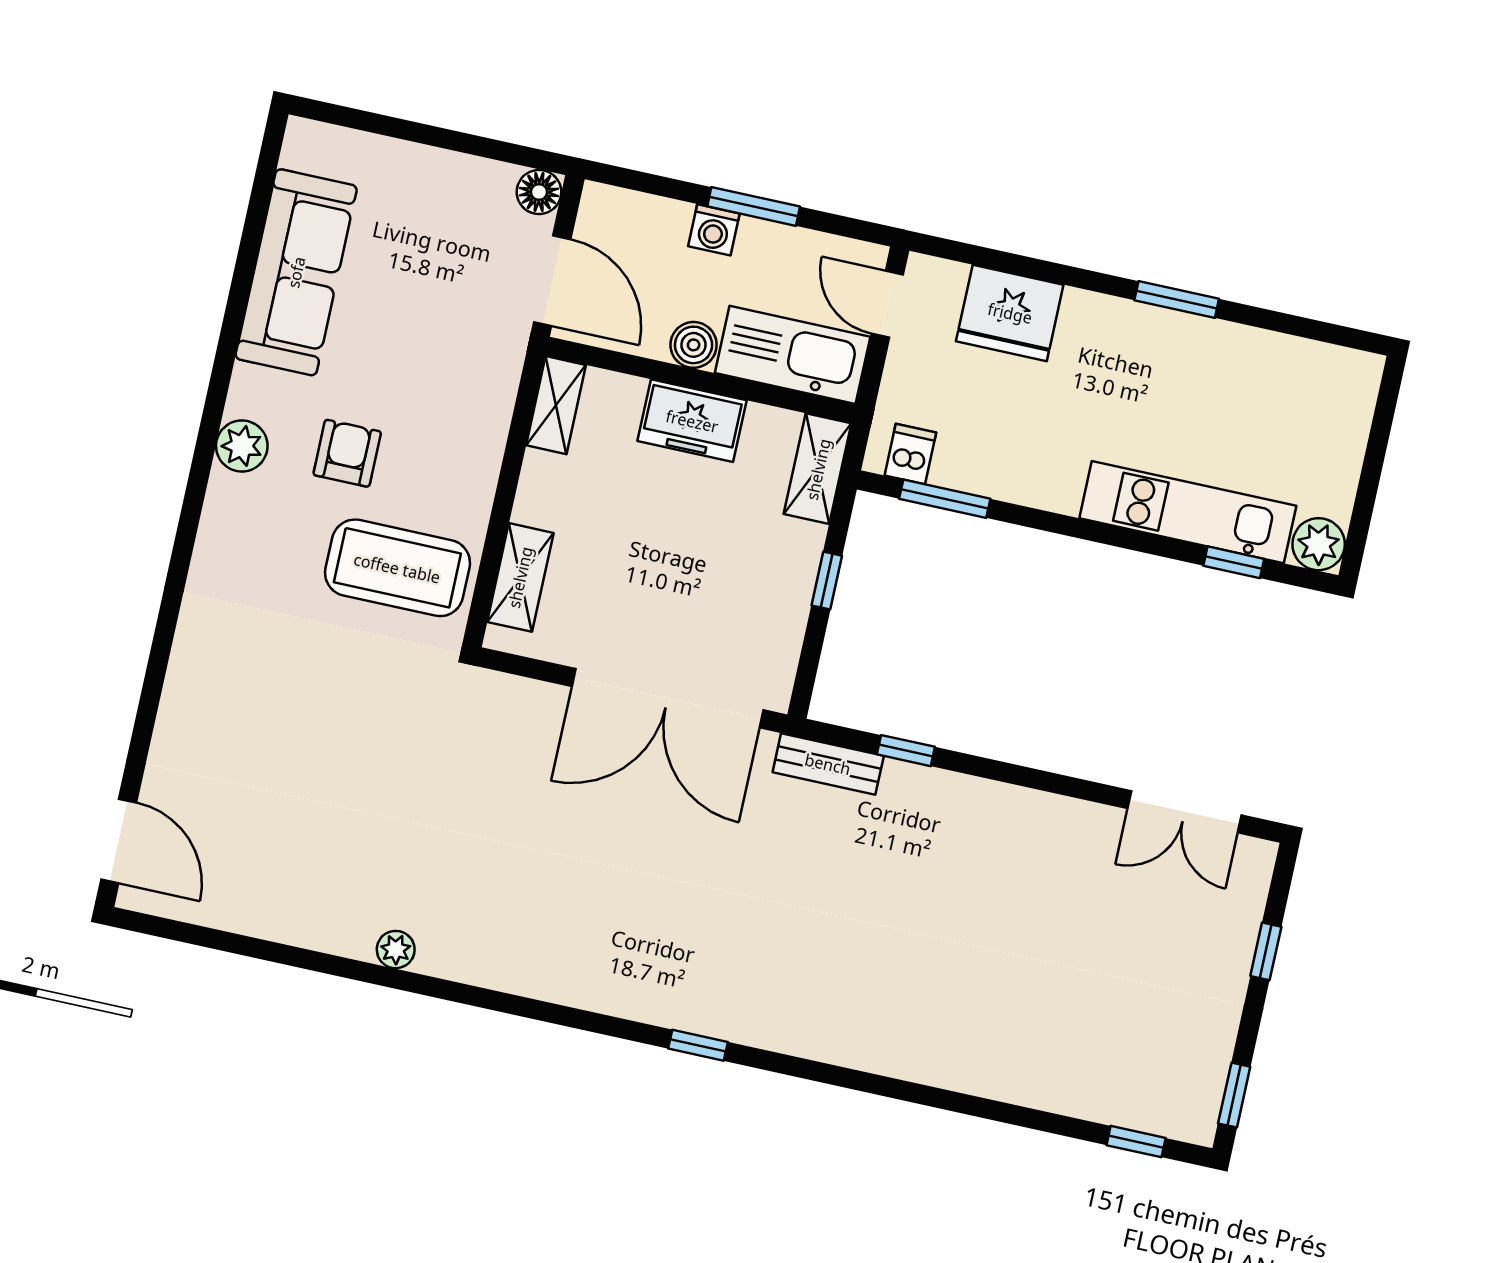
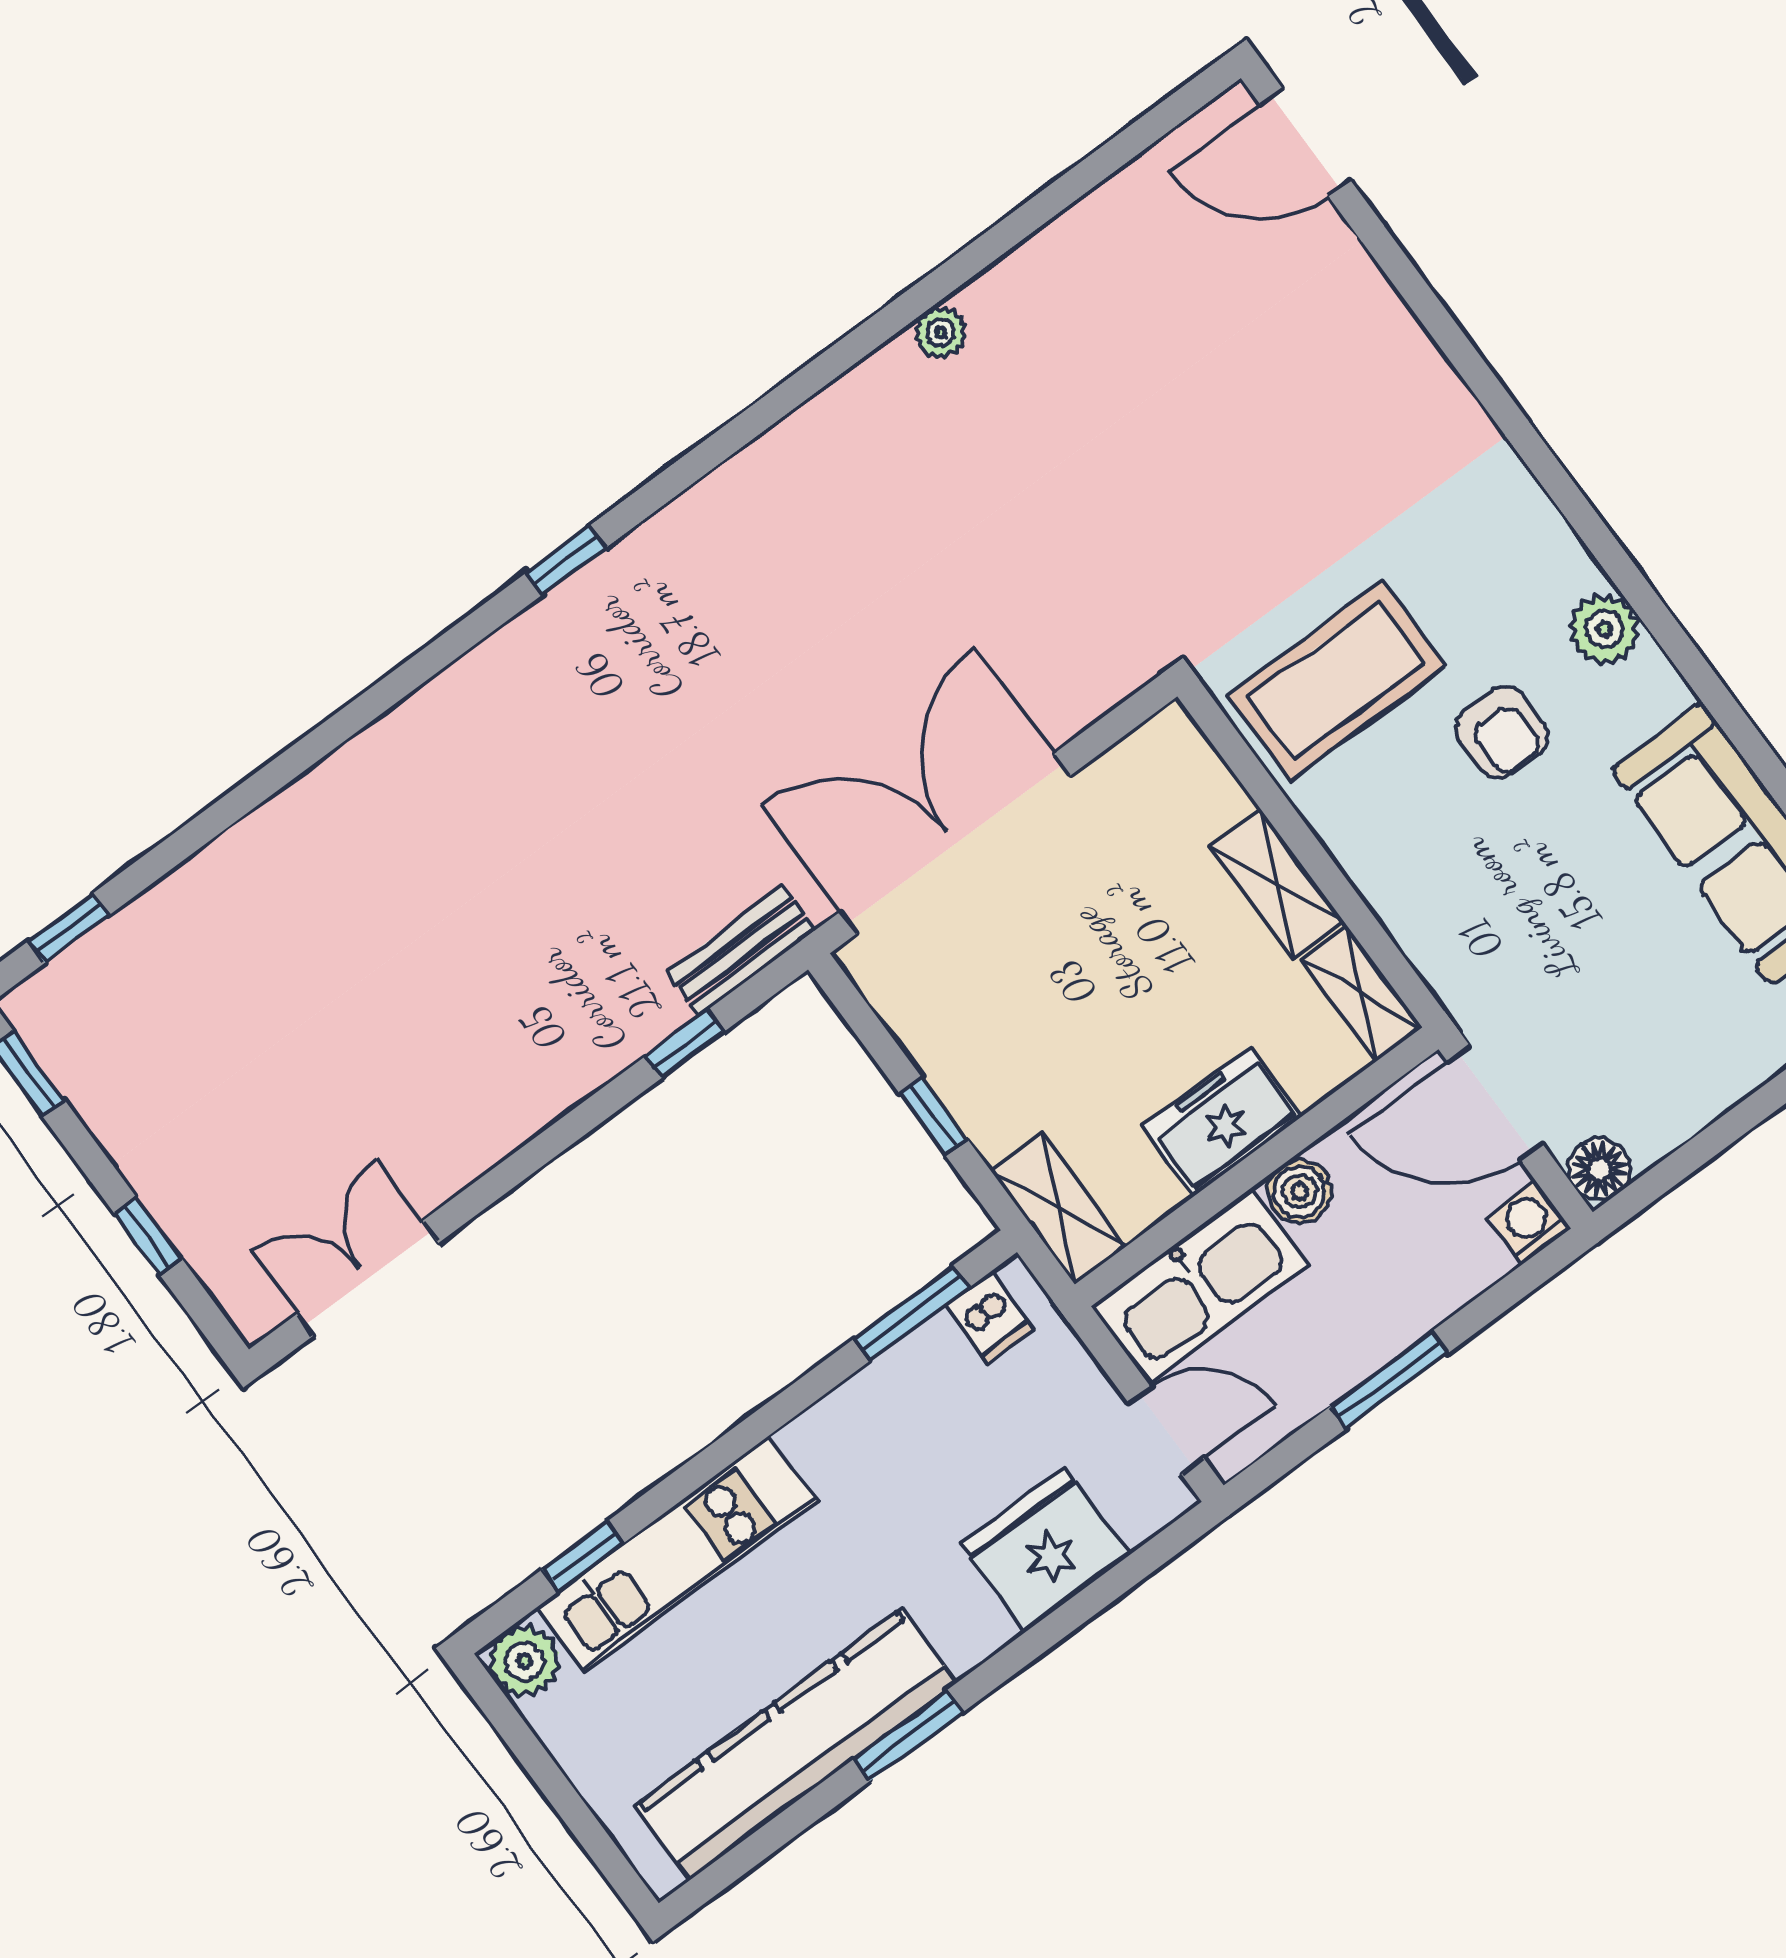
washing machine: (714, 230) -> (1529, 1222), moved
kitchen counter: (1234, 357) -> (796, 1744), added
shelving: (520, 577) -> (1277, 884), moved

